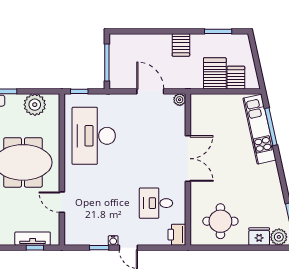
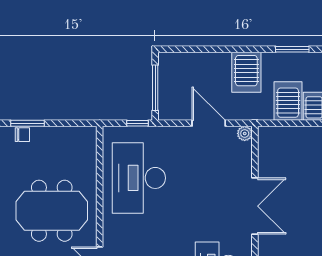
server rack: (181, 45) -> (246, 72), width x1.36, depth x1.44
window: (79, 91) -> (138, 123), moved
plant: (35, 105) -> (66, 140), removed

